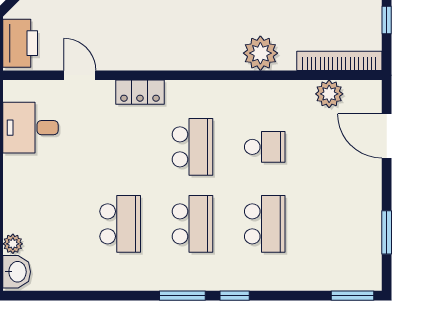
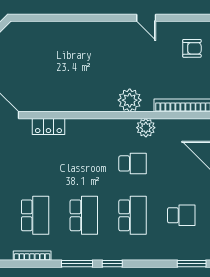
plant: (329, 94) -> (146, 128), moved
school desk: (192, 147) -> (181, 215), moved, width x0.54
bookcase: (116, 284) -> (32, 256), added

